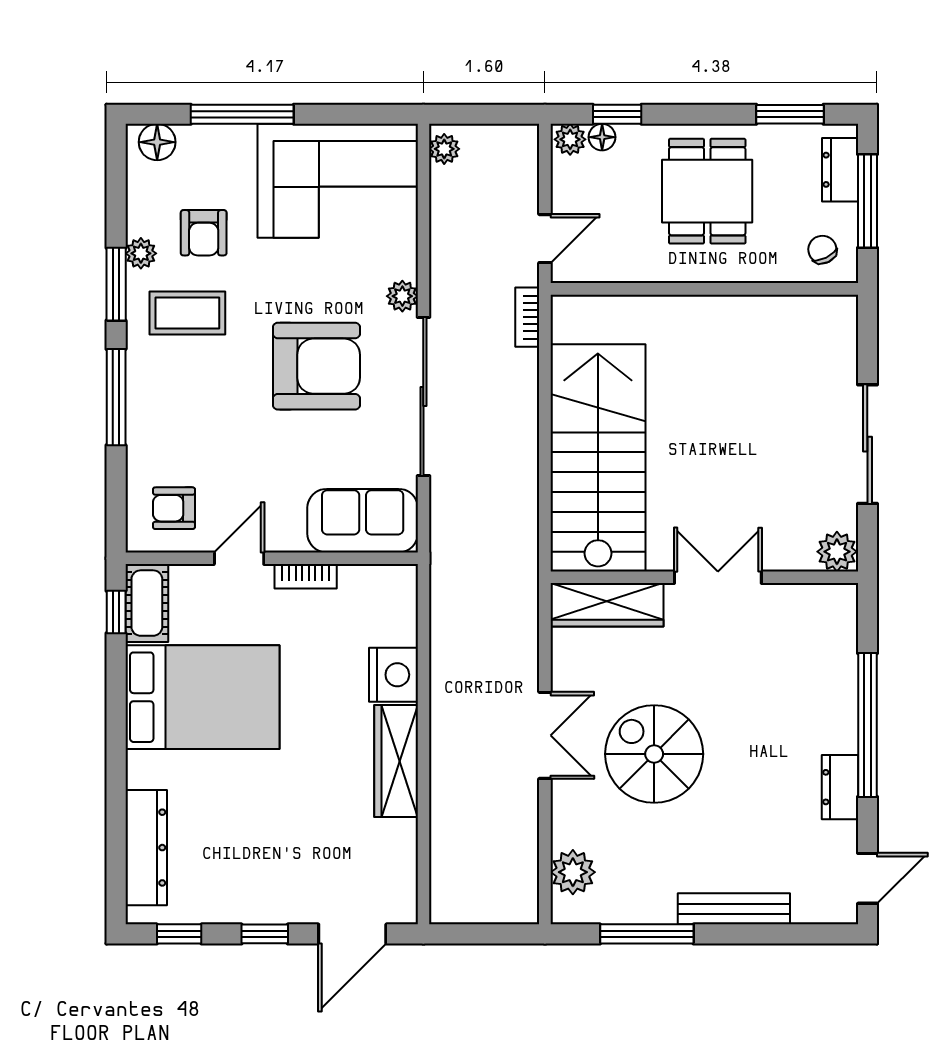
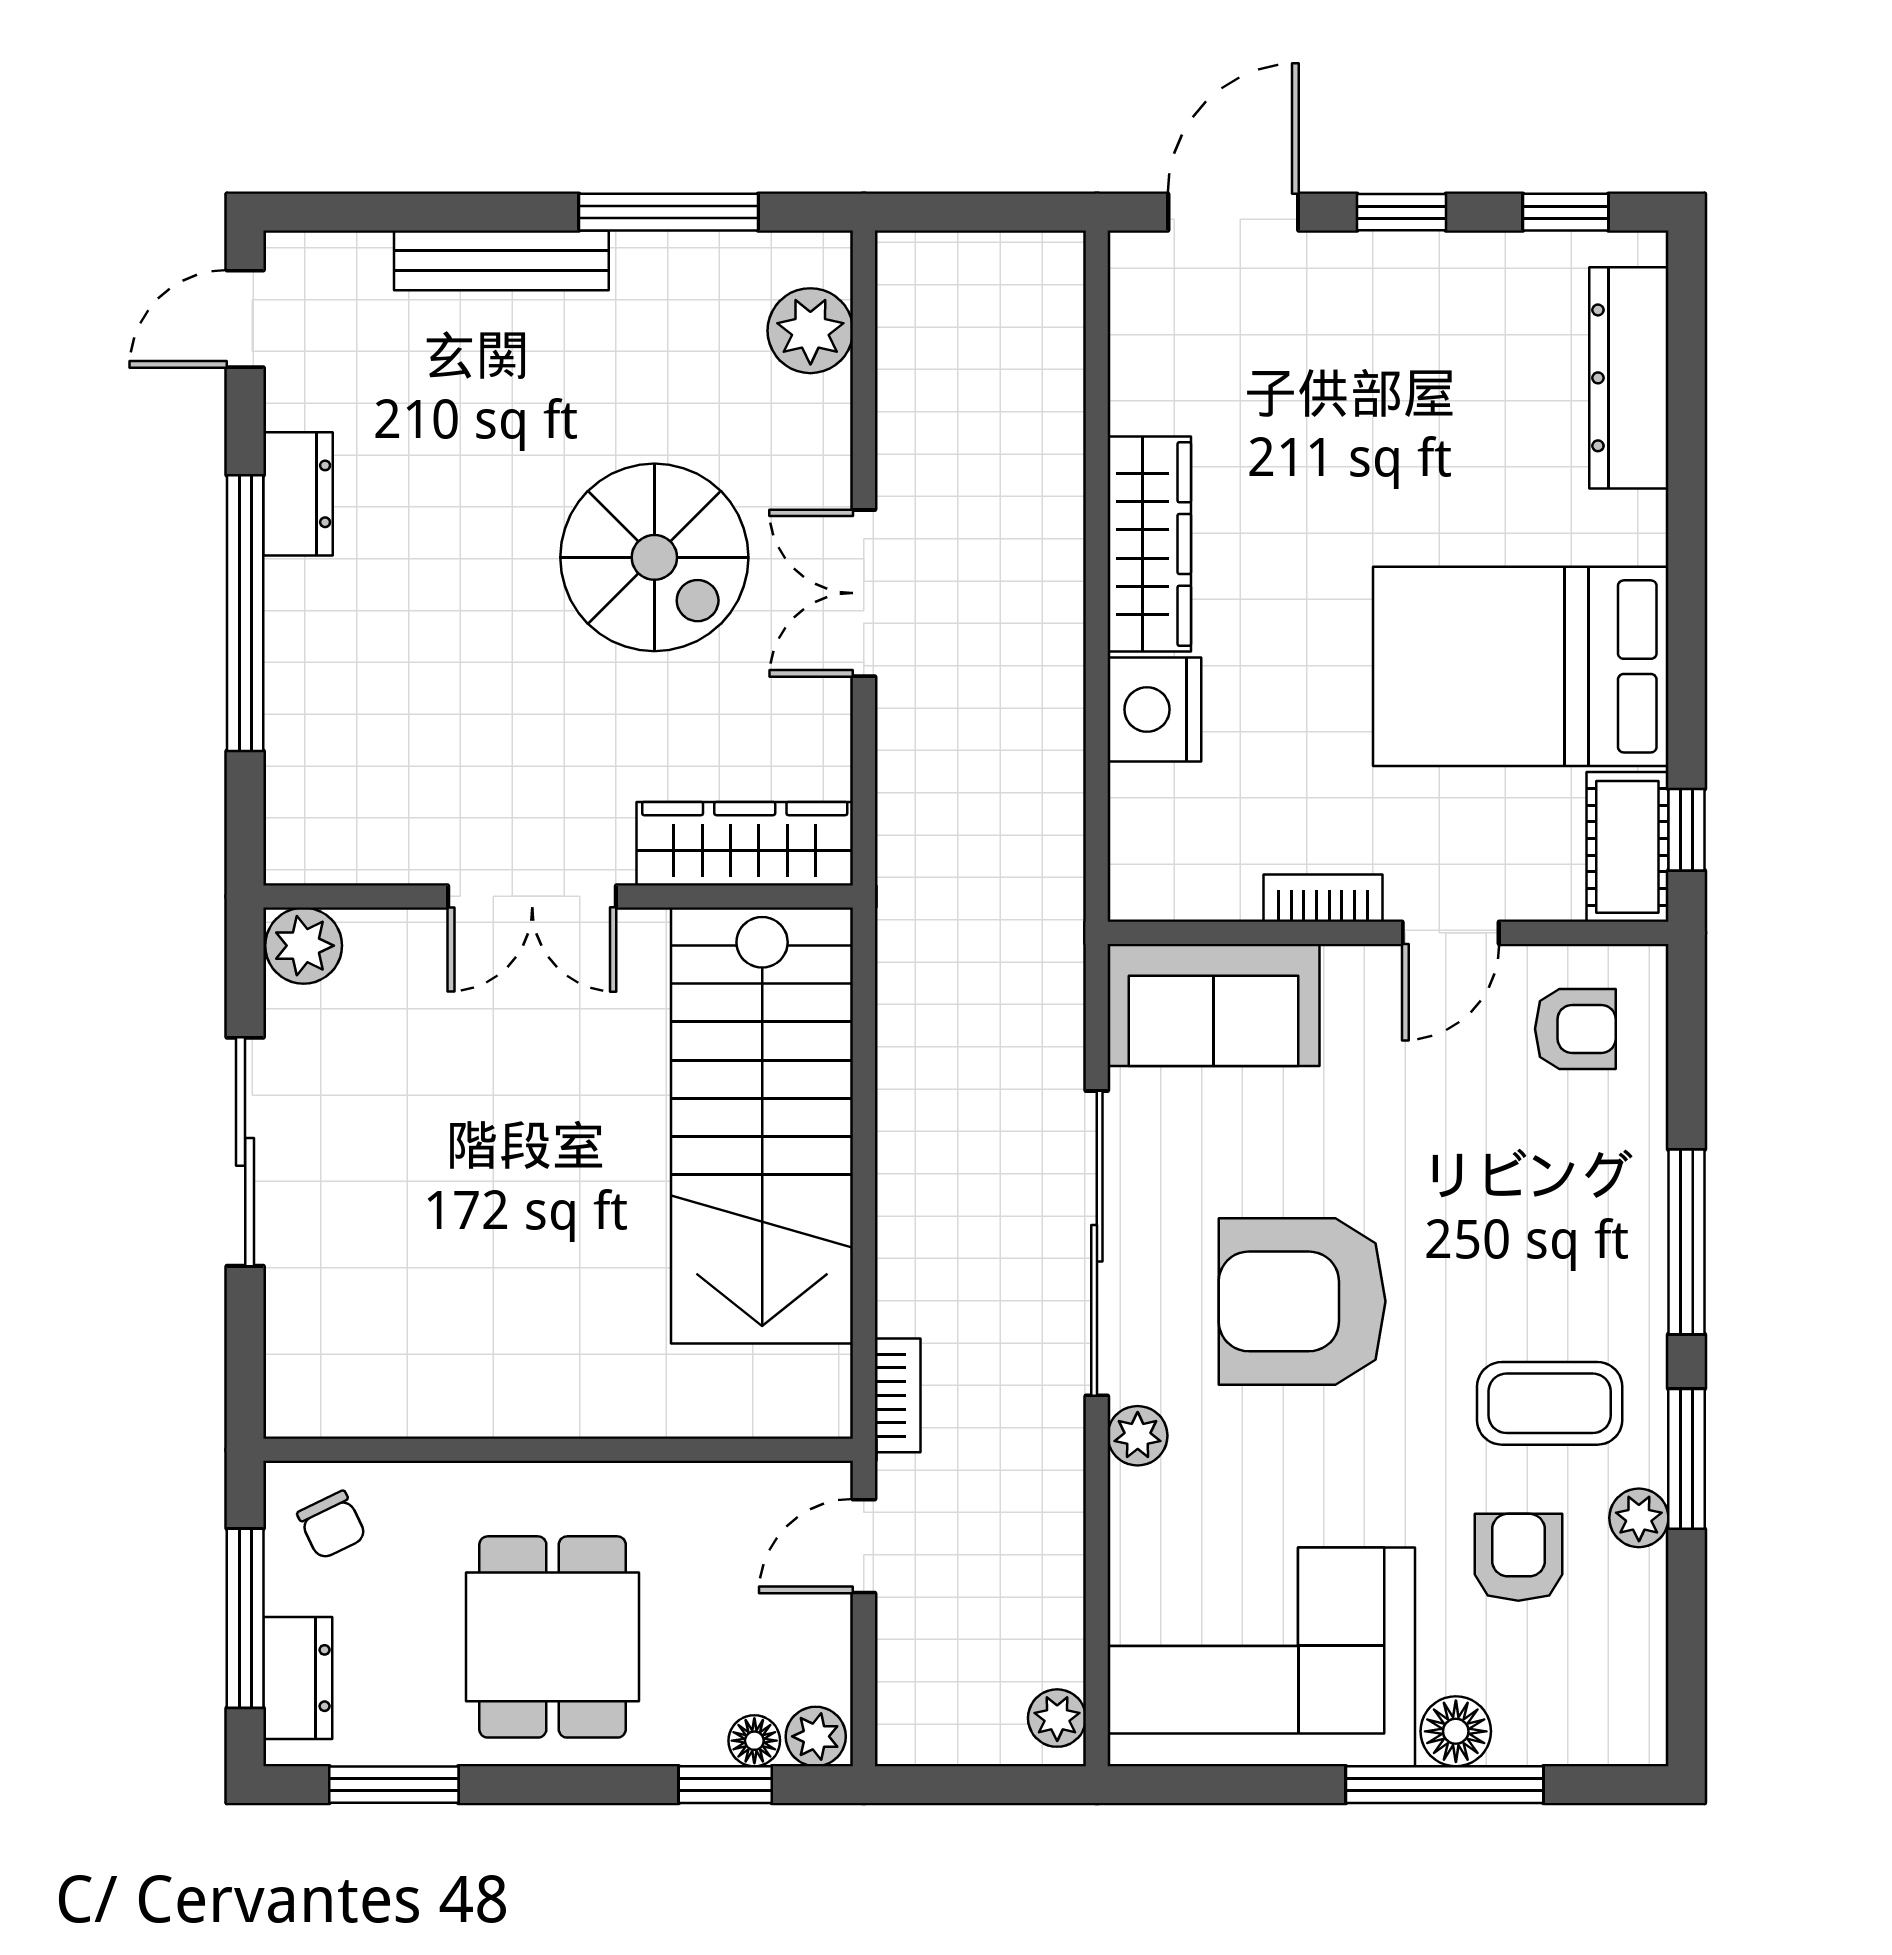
floor lamp: (157, 142) -> (1456, 1731), moved

